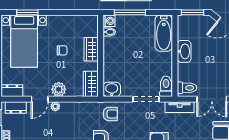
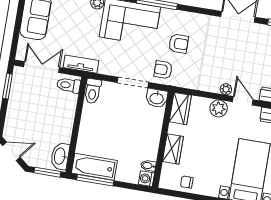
window: (130, 12) -> (95, 180), moved
bathtub: (164, 33) -> (94, 167), moved, turned -90
chair: (62, 50) -> (187, 182), moved
washbasin: (184, 51) -> (60, 156), moved
door: (40, 99) -> (243, 101), hinge flipped
doorway: (146, 99) -> (133, 82), moved

